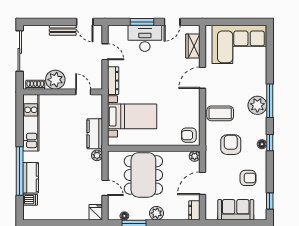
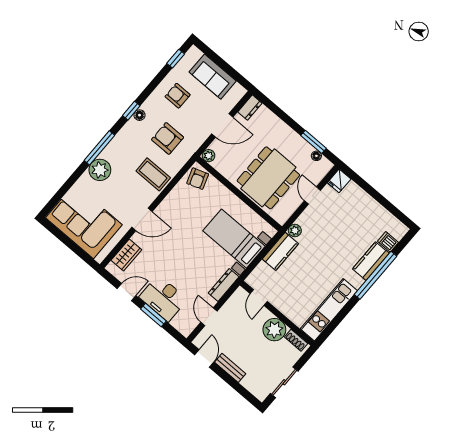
sliding door: (20, 51) -> (284, 382), width x0.73
plant: (257, 105) -> (100, 170), moved
armchair: (189, 135) -> (198, 179), turned 71
armchair: (231, 145) -> (168, 138), turned 90
plant: (156, 213) -> (286, 134), removed

